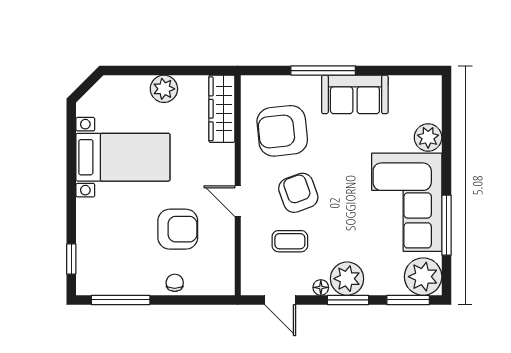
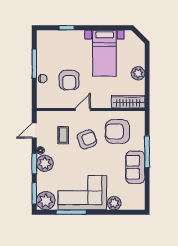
armchair: (282, 131) -> (117, 131), turned -84
window: (71, 259) -> (67, 28), moved
window: (121, 300) -> (34, 63), moved

